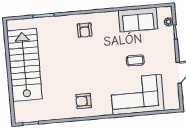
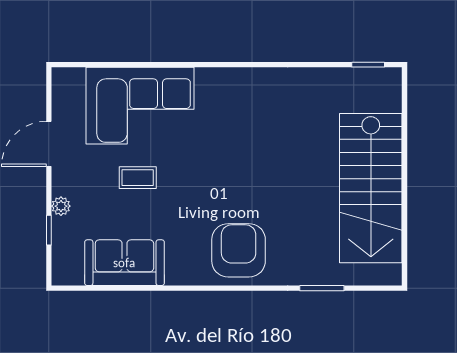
plant: (169, 22) -> (61, 206), moved
armchair: (85, 30) -> (239, 250), width x1.88, depth x1.88
armchair: (84, 101) -> (253, 102), removed

